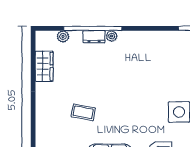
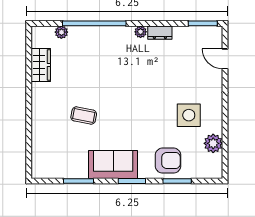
plant: (112, 36) -> (141, 32), moved
dresser: (94, 37) -> (160, 33), moved

